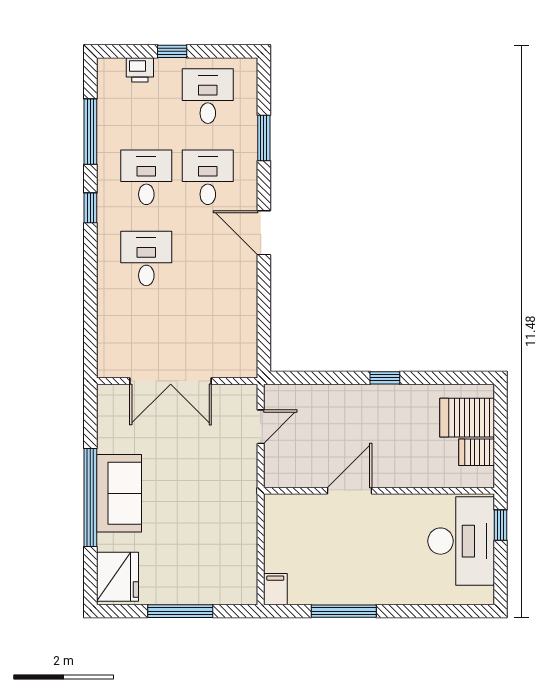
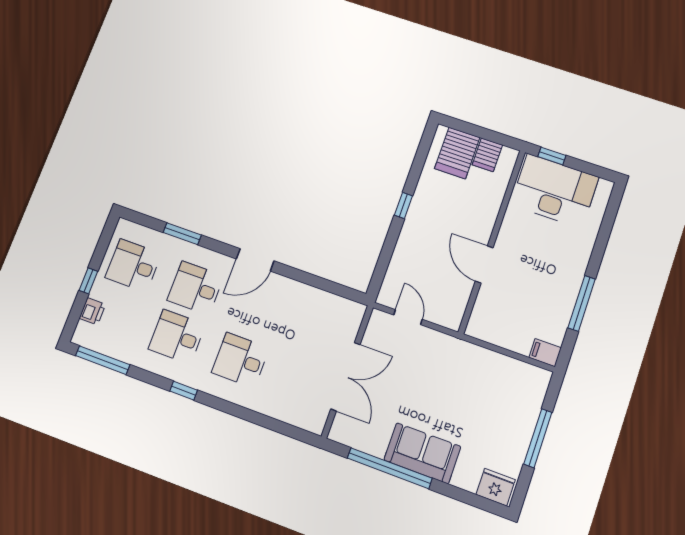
window: (90, 132) -> (103, 360), moved
window: (90, 498) -> (390, 468), moved
fridge: (117, 577) -> (496, 487), width x0.73, depth x0.75

